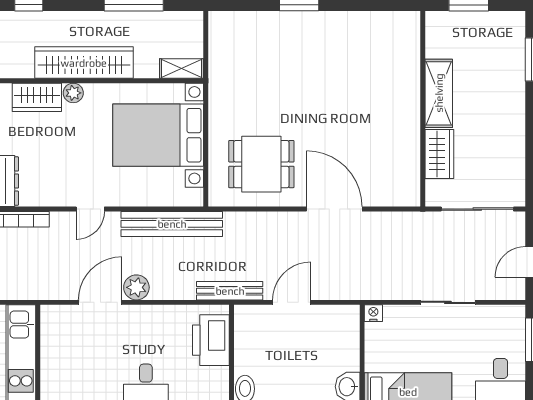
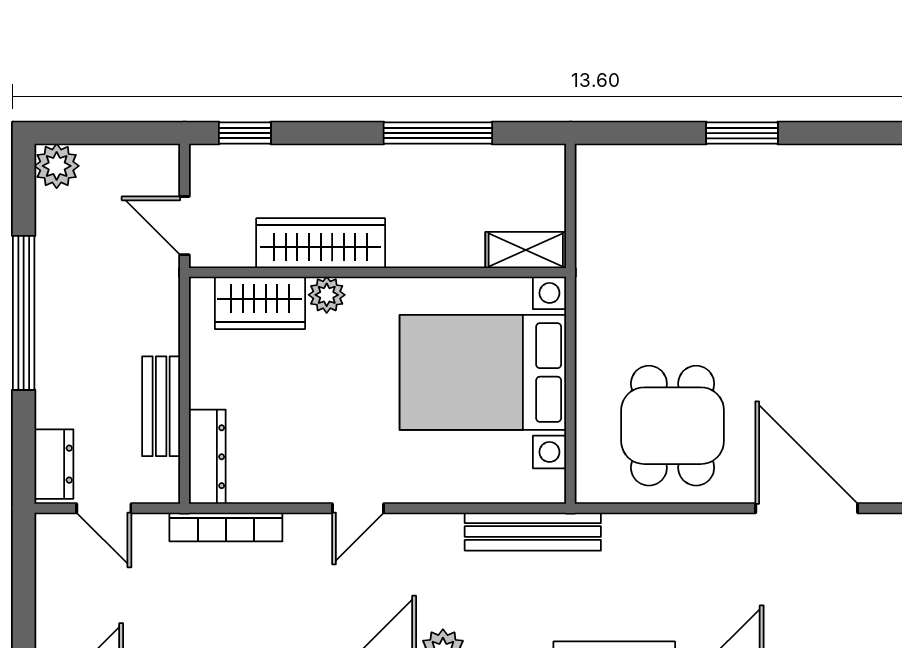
wardrobe: (84, 63) -> (321, 243), width x0.71, depth x0.85
dining table: (261, 164) -> (673, 426), turned 90
bench: (172, 224) -> (533, 532), width x0.73, depth x0.82

